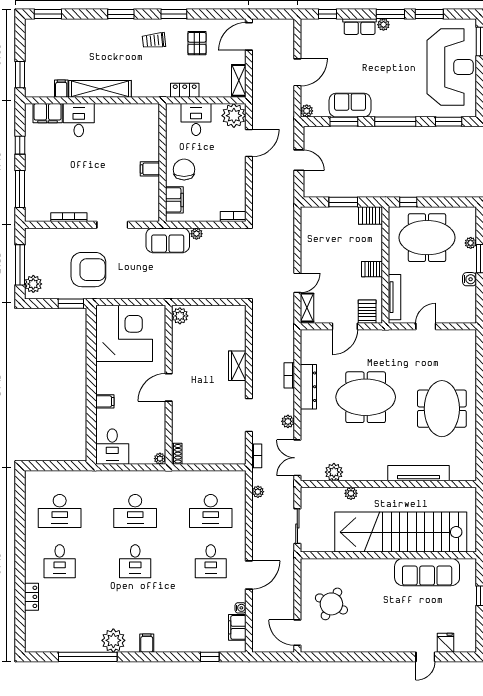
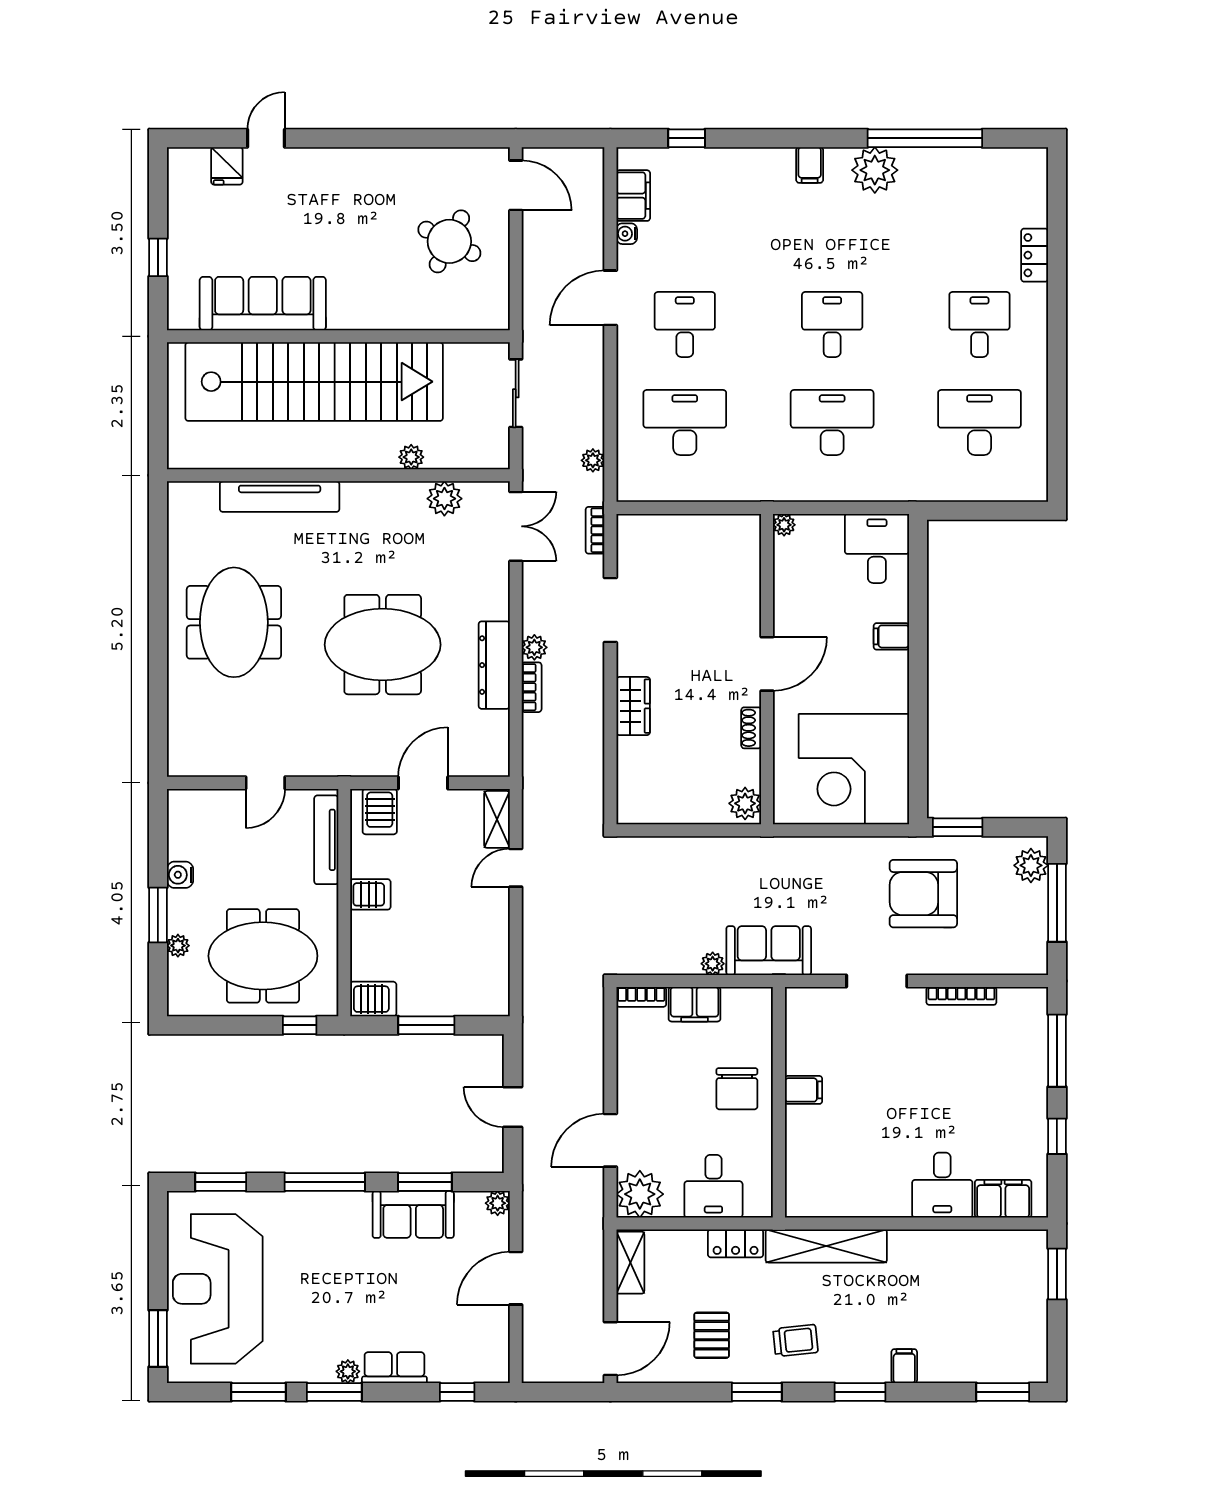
filing cabinet: (61, 89) -> (904, 1366), moved, turned 180
shelving: (100, 89) -> (826, 1246), moved
filing cabinet: (174, 200) -> (695, 1004), moved, turned -90
plant: (288, 421) -> (534, 647), moved
shoe rack: (177, 454) -> (751, 728), moved

